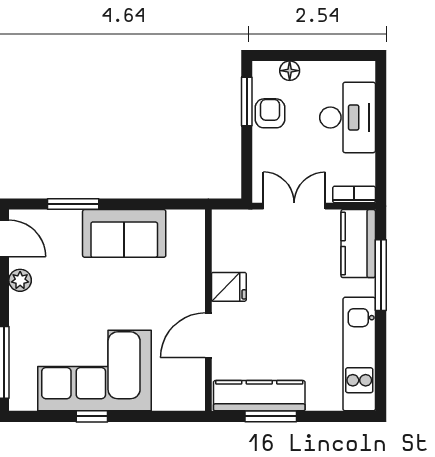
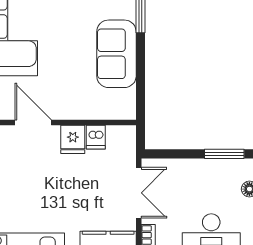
armchair: (270, 113) -> (215, 173), removed
dishwasher: (226, 259) -> (96, 137), added

